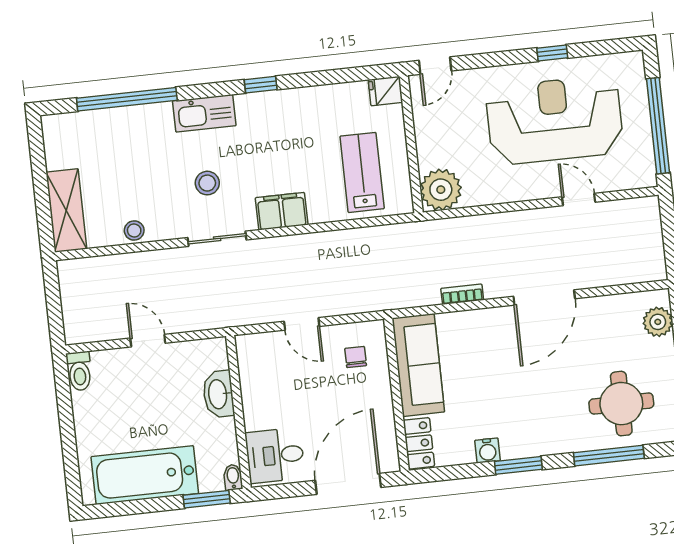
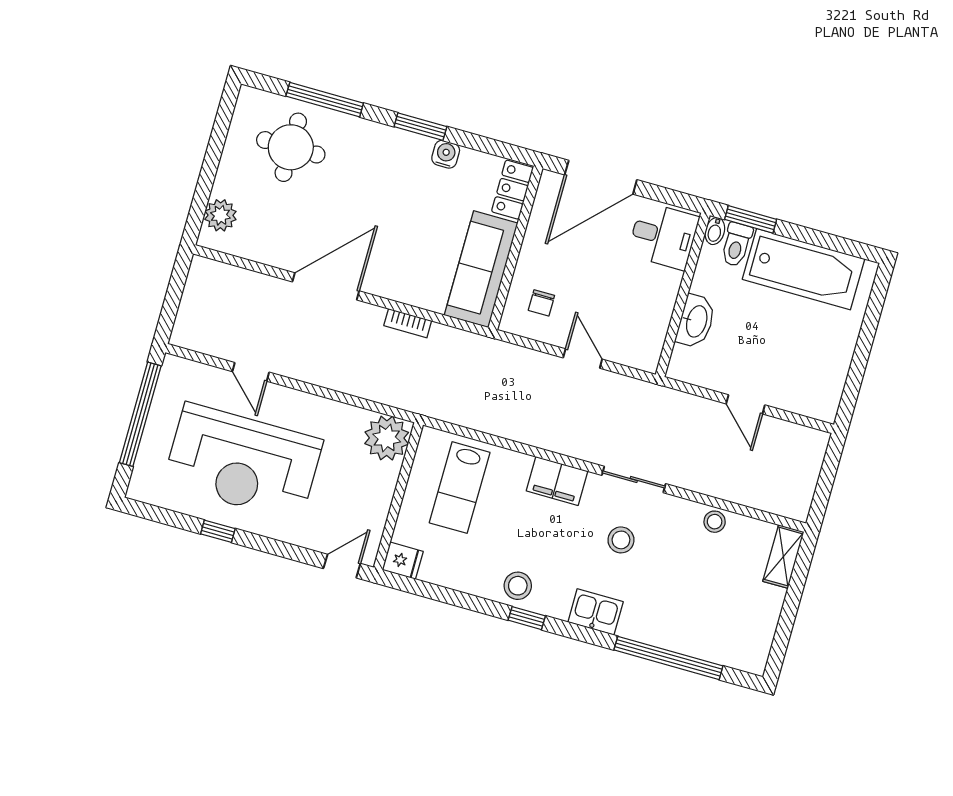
stool: (279, 109) -> (518, 586), added
kitchen sink: (204, 113) -> (596, 612), width x0.73
shelving: (66, 211) -> (783, 557), width x0.67, depth x0.75
toilet: (79, 371) -> (736, 245), moved, turned 180

